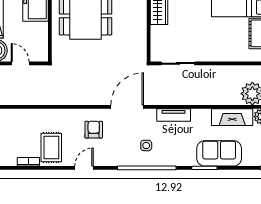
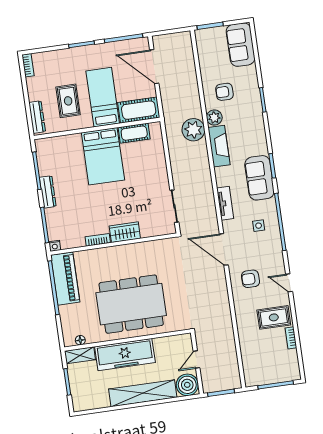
sofa: (219, 153) -> (259, 178), moved

